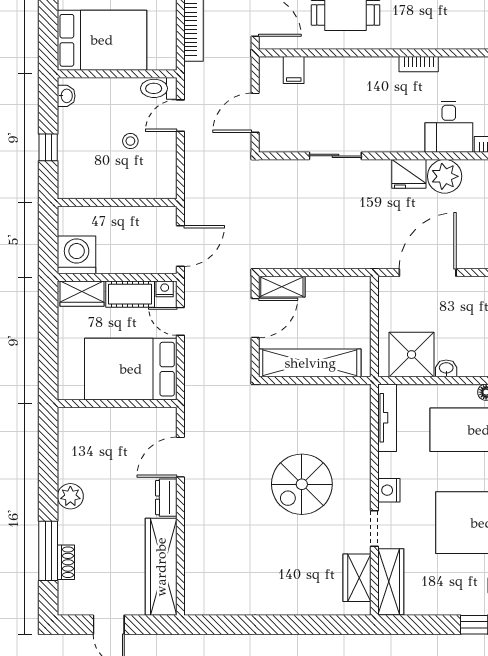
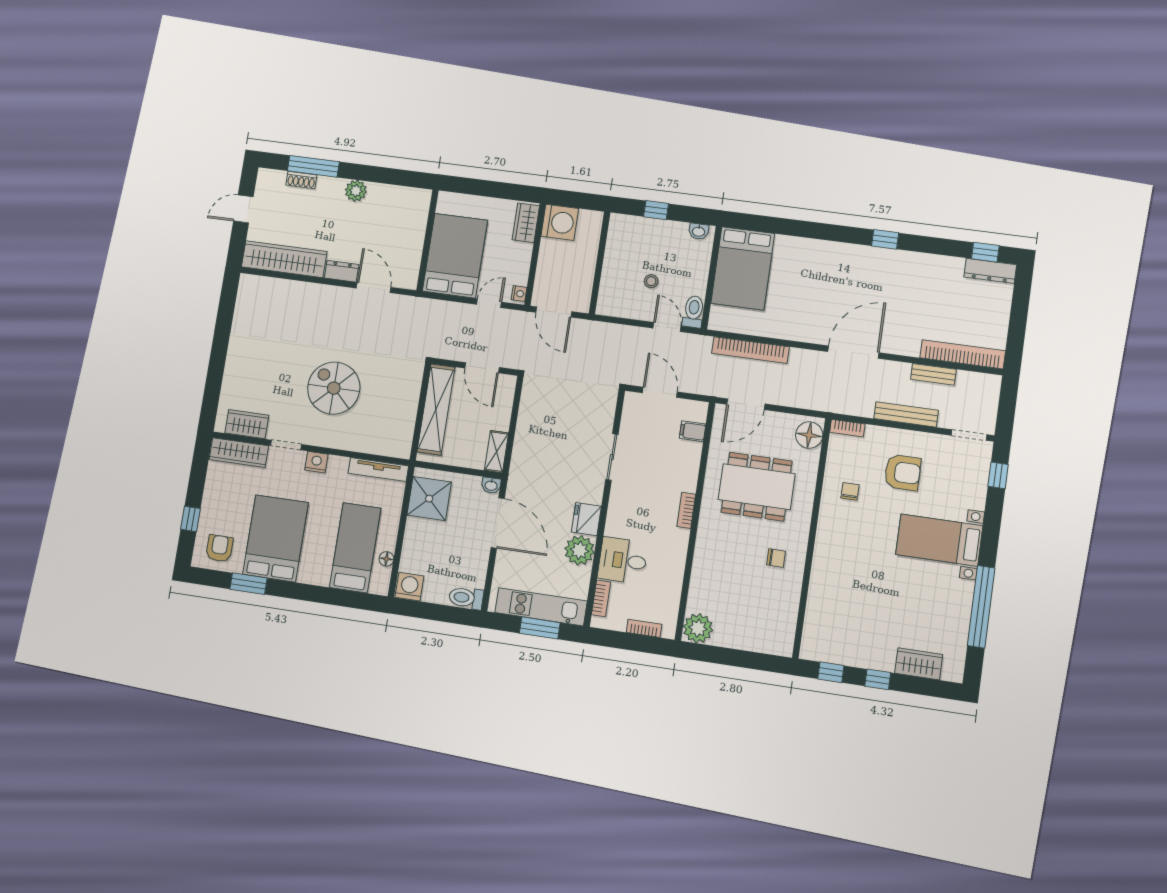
bookcase: (419, 64) -> (686, 510), moved
shelving: (282, 287) -> (496, 452), moved
cot: (130, 294) -> (519, 264), removed
washbasin: (446, 368) -> (491, 485), moved, turned 90

